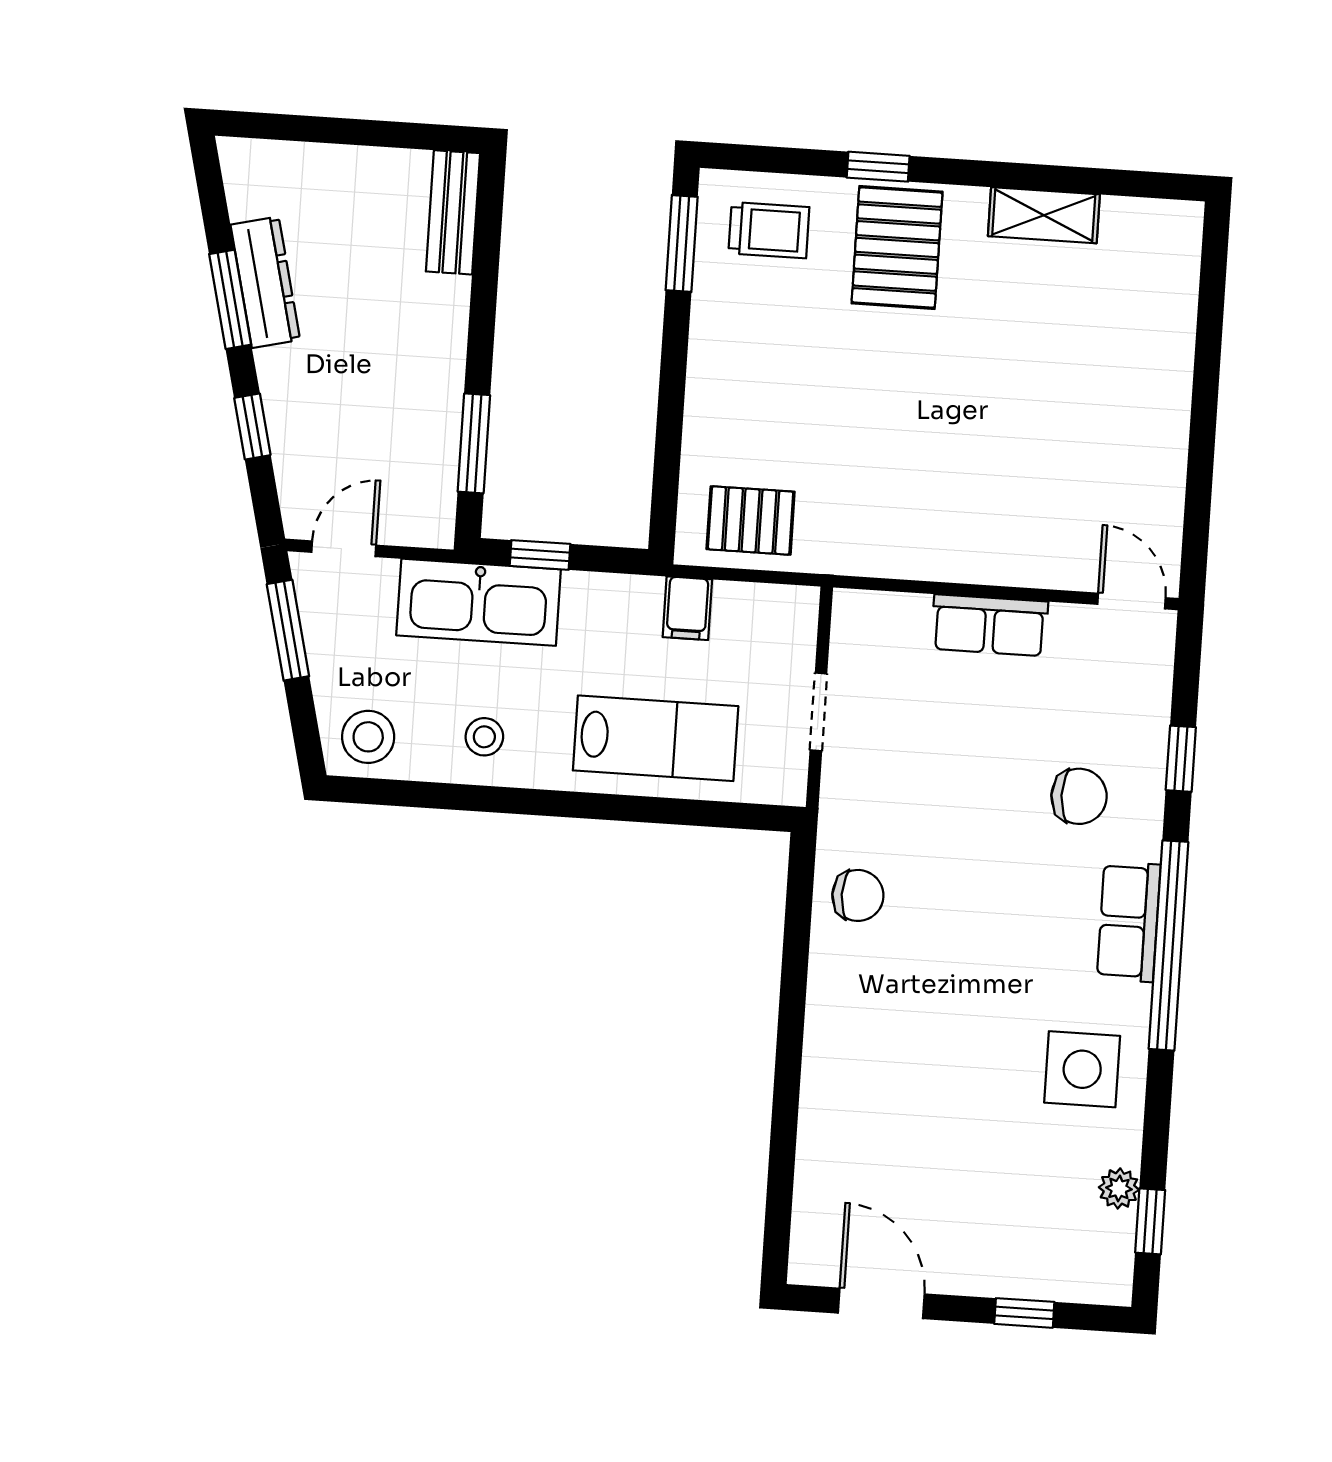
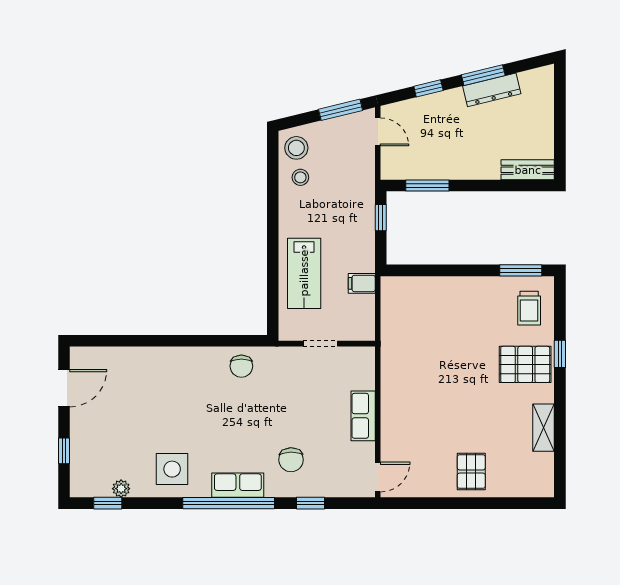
pallet: (751, 520) -> (471, 472), moved
kitchen sink: (479, 602) -> (358, 192), removed
stool: (484, 737) -> (300, 177), moved

